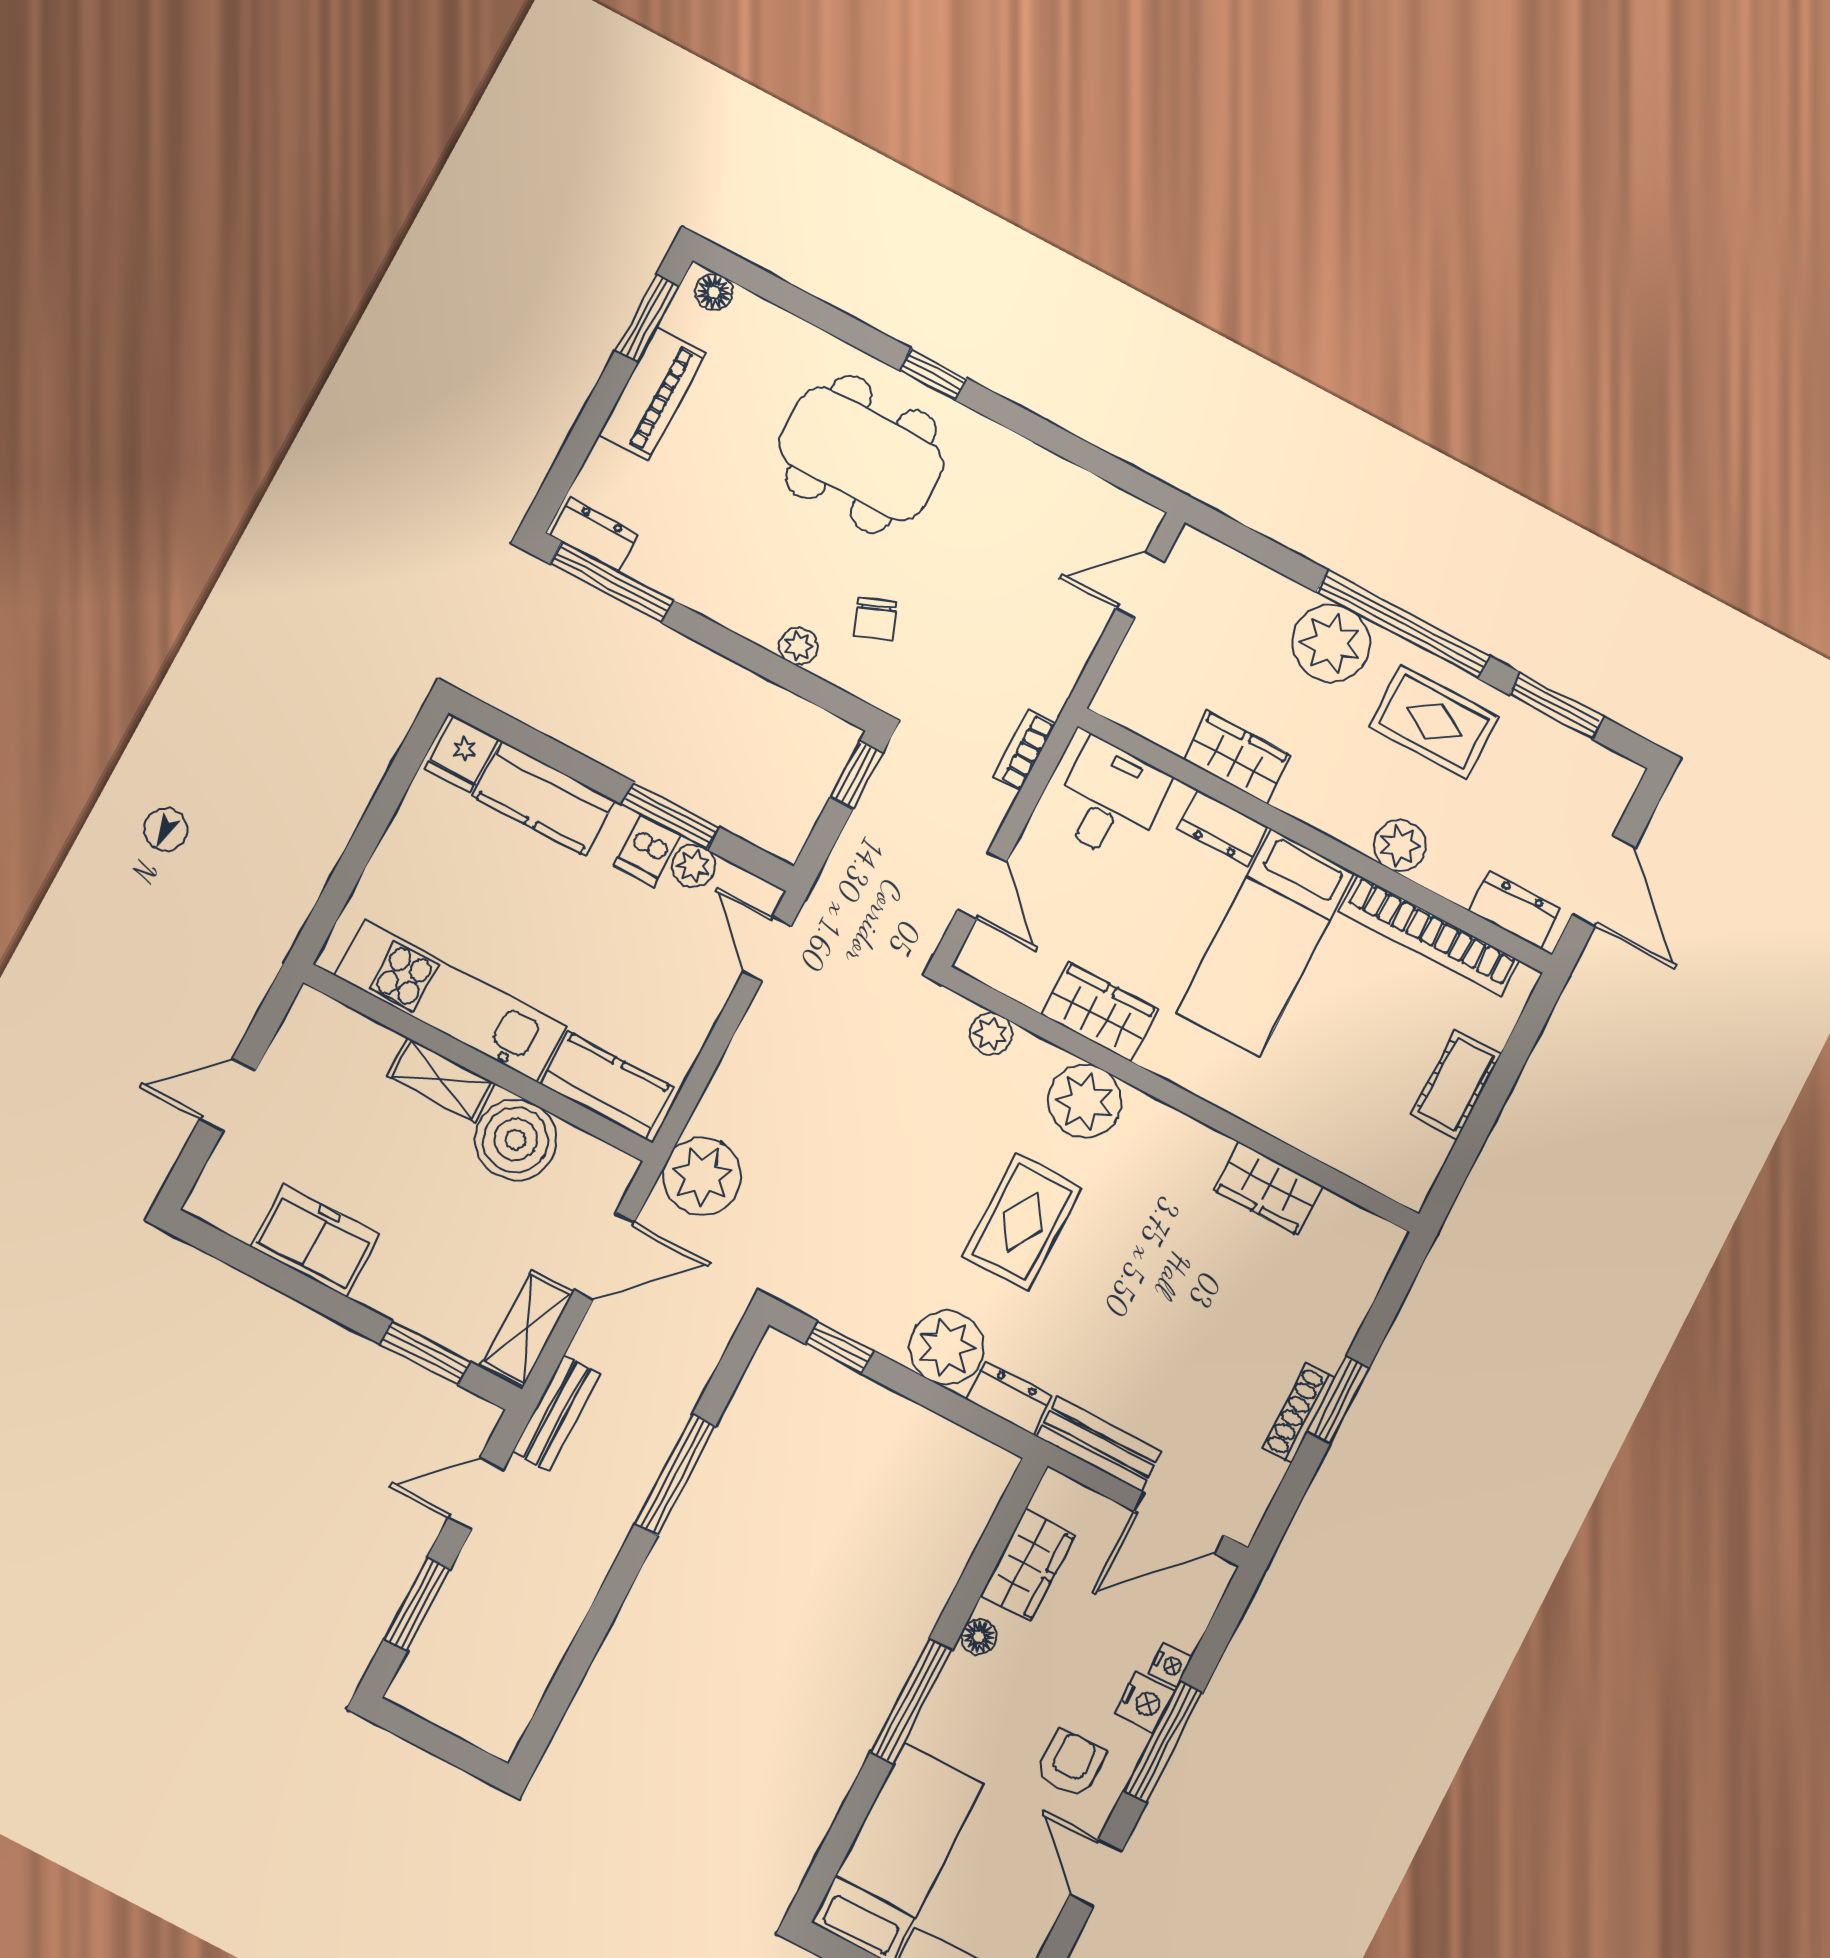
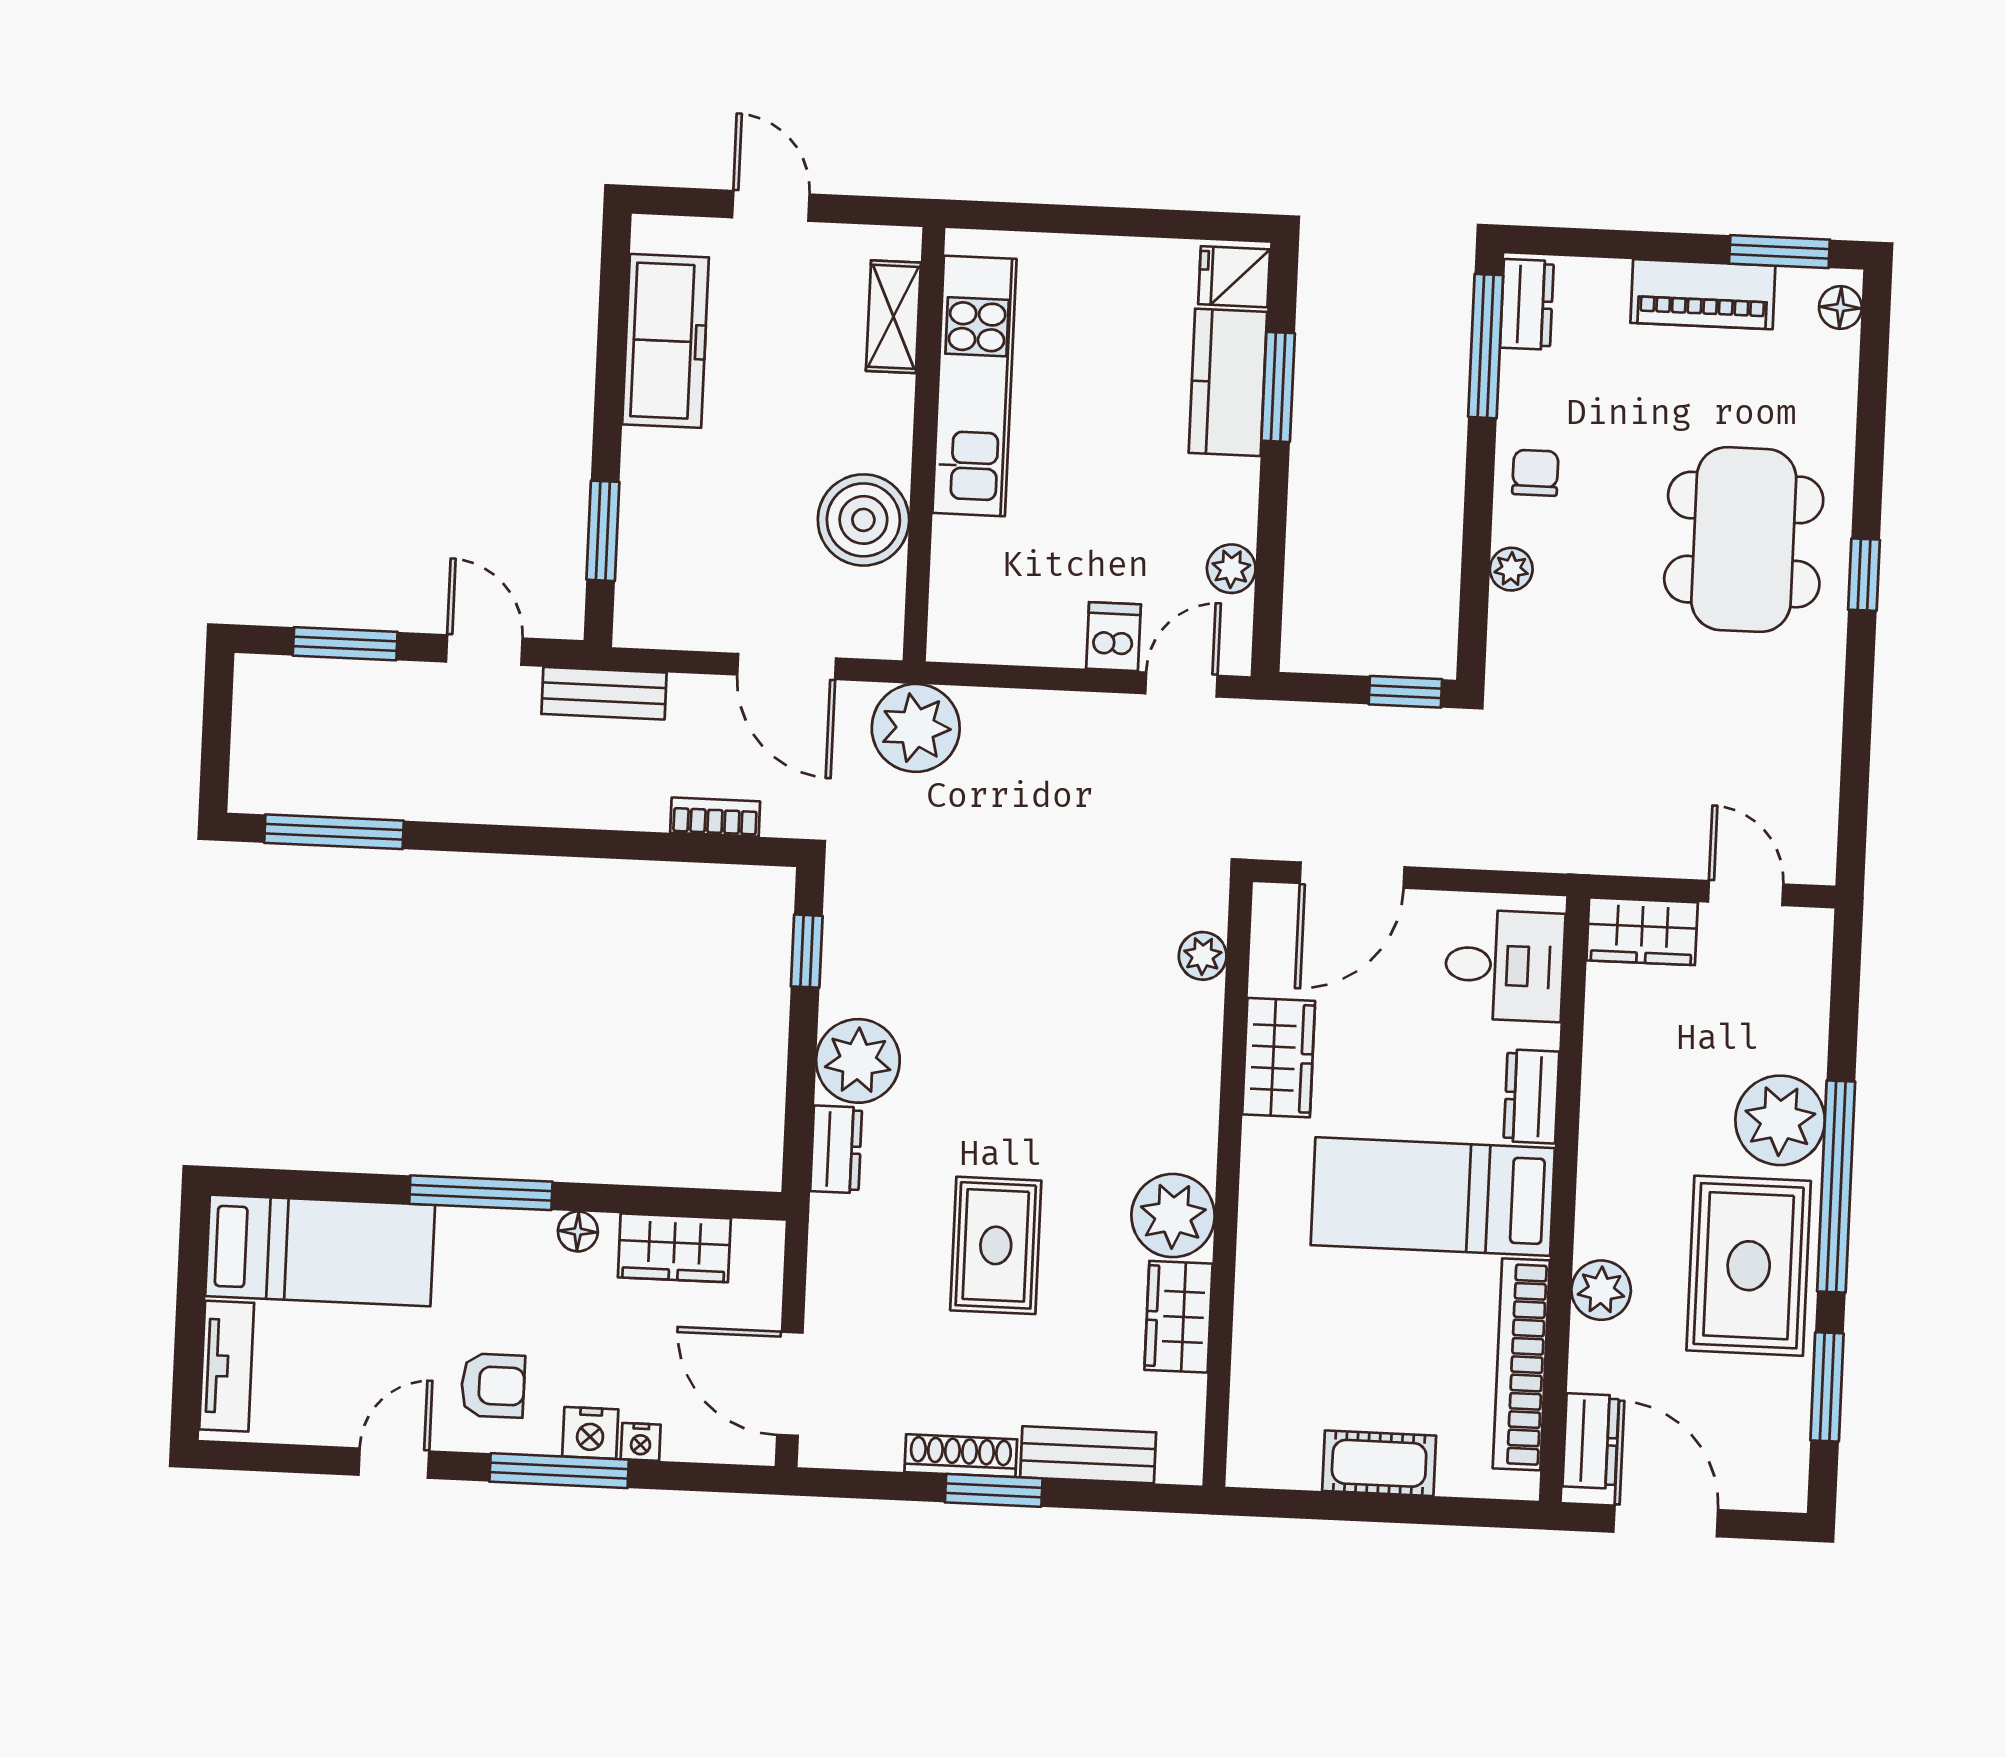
chair: (875, 619) -> (1535, 473), moved, turned 111
rug: (1434, 722) -> (1749, 1266), width x1.36, depth x1.43
bookcase: (1024, 751) -> (715, 817), moved
wardrobe: (1237, 757) -> (1642, 931), moved, turned 90
window: (670, 816) -> (1278, 387), moved
dishwasher: (647, 850) -> (1113, 637), moved, turned 90
door: (1604, 881) -> (1666, 1521), swing flipped
door: (982, 886) -> (1352, 875), width x1.38
shelving: (441, 1080) -> (893, 317), moved
kitchen counter: (606, 1086) -> (963, 586), removed
plant: (1085, 1101) -> (1173, 1216), moved
rug: (1022, 1222) -> (996, 1245), moved, turned 90
freezer: (315, 1241) -> (665, 341), width x1.40
shelving: (527, 1328) -> (677, 623), removed
bench: (1099, 1444) -> (1088, 1455), moved, turned 90
window: (675, 1475) -> (334, 832), moved

